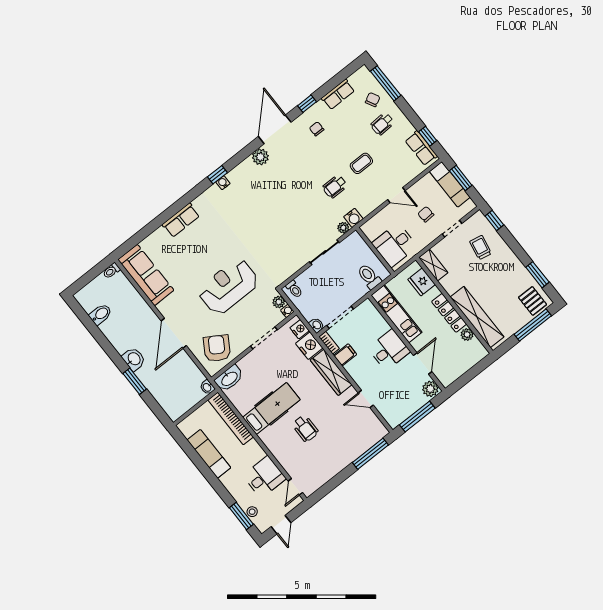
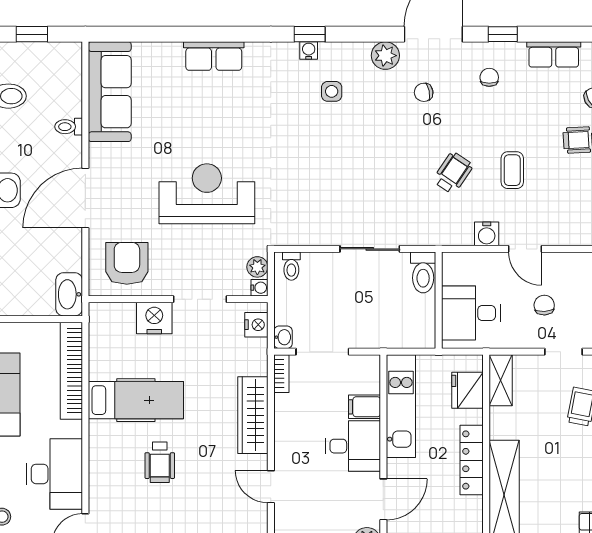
chair: (292, 160) -> (424, 92), added
coffee table: (361, 163) -> (512, 170), turned 90
wheelchair: (335, 186) -> (453, 173), turned 124
side table: (249, 193) -> (332, 91), added
water cooler: (353, 218) -> (487, 234), moved
plant: (343, 228) -> (421, 236), removed
toilet: (111, 271) -> (69, 127), moved
window: (89, 277) -> (32, 34), added
toilet: (369, 277) -> (423, 272), moved, turned 180
plant: (467, 334) -> (473, 508), removed
nightstand: (309, 346) -> (154, 318), moved, turned -90
armchair: (217, 348) -> (127, 263), turned -32
filing cabinet: (345, 355) -> (364, 407), moved, turned 180
washbasin: (229, 378) -> (111, 316), removed
washbasin: (207, 387) -> (69, 294), width x1.91, depth x1.45
desk: (264, 477) -> (55, 474), width x1.37

